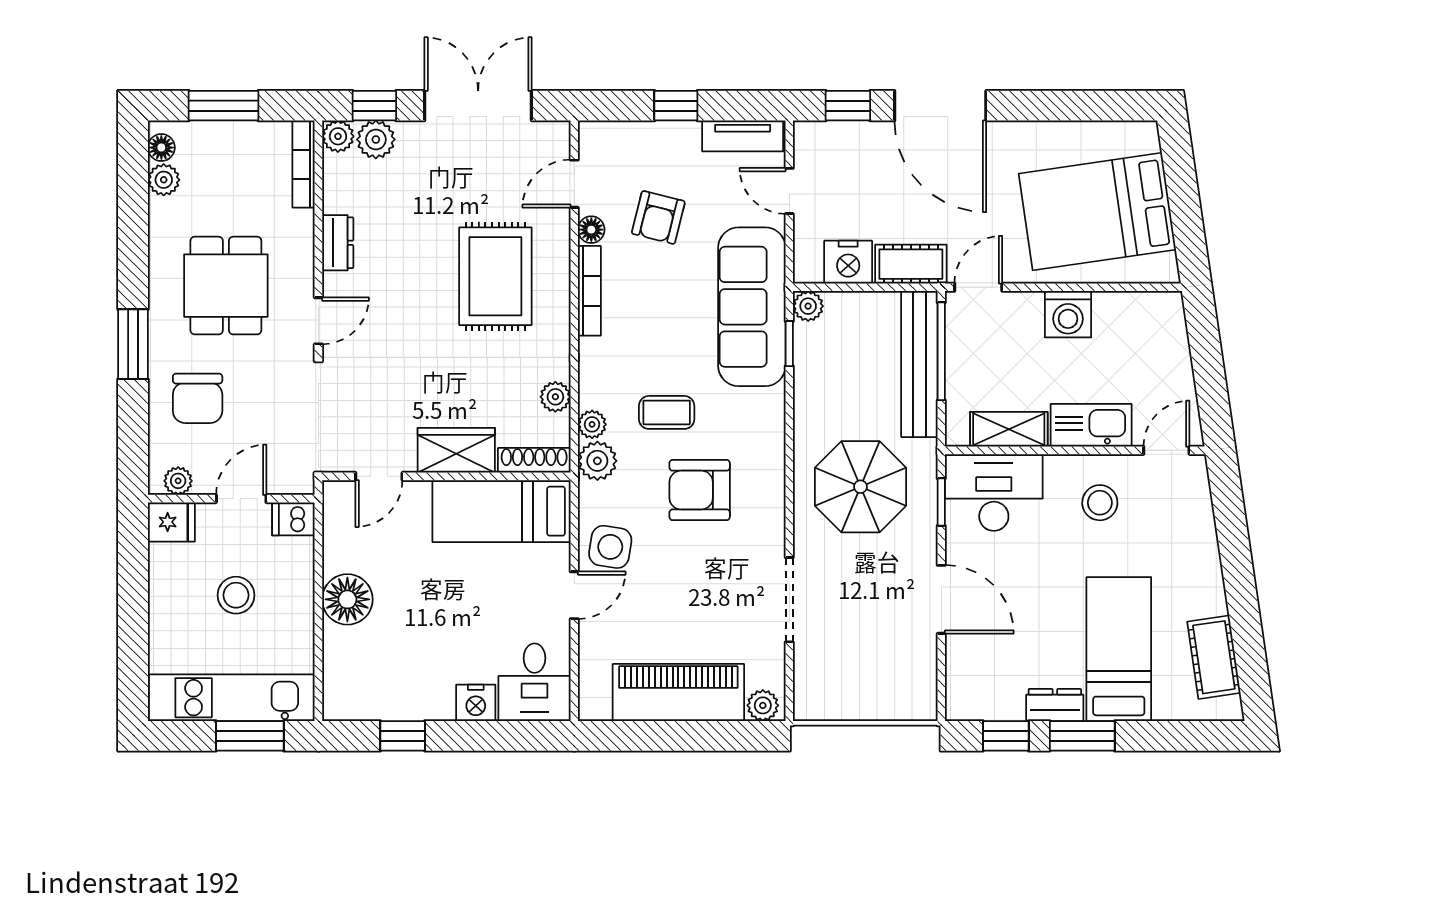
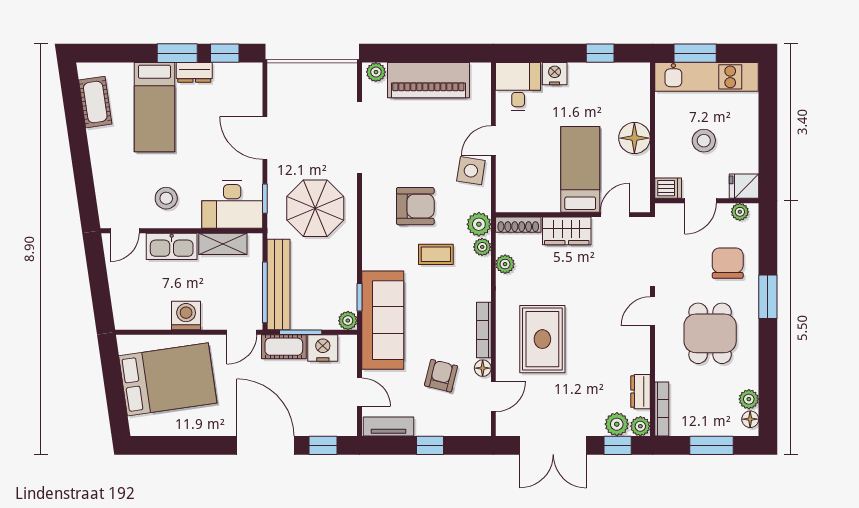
dresser: (338, 243) -> (641, 392), moved
window: (884, 287) -> (301, 332), added
bed: (501, 511) -> (580, 169), moved, turned -90
doorway: (789, 600) -> (360, 138), width x1.36

